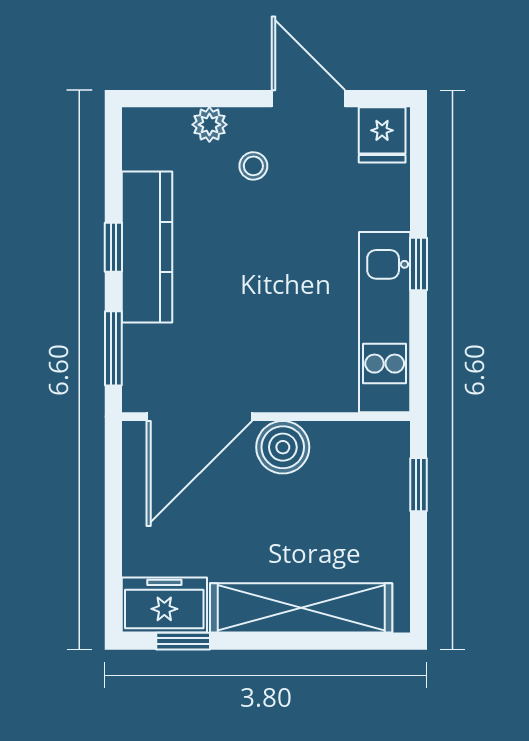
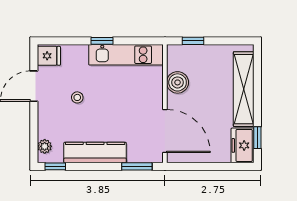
plant: (209, 125) -> (45, 146), moved
stool: (253, 166) -> (77, 97), moved
window: (113, 247) -> (55, 166), moved
boiler: (283, 447) -> (178, 82), moved

